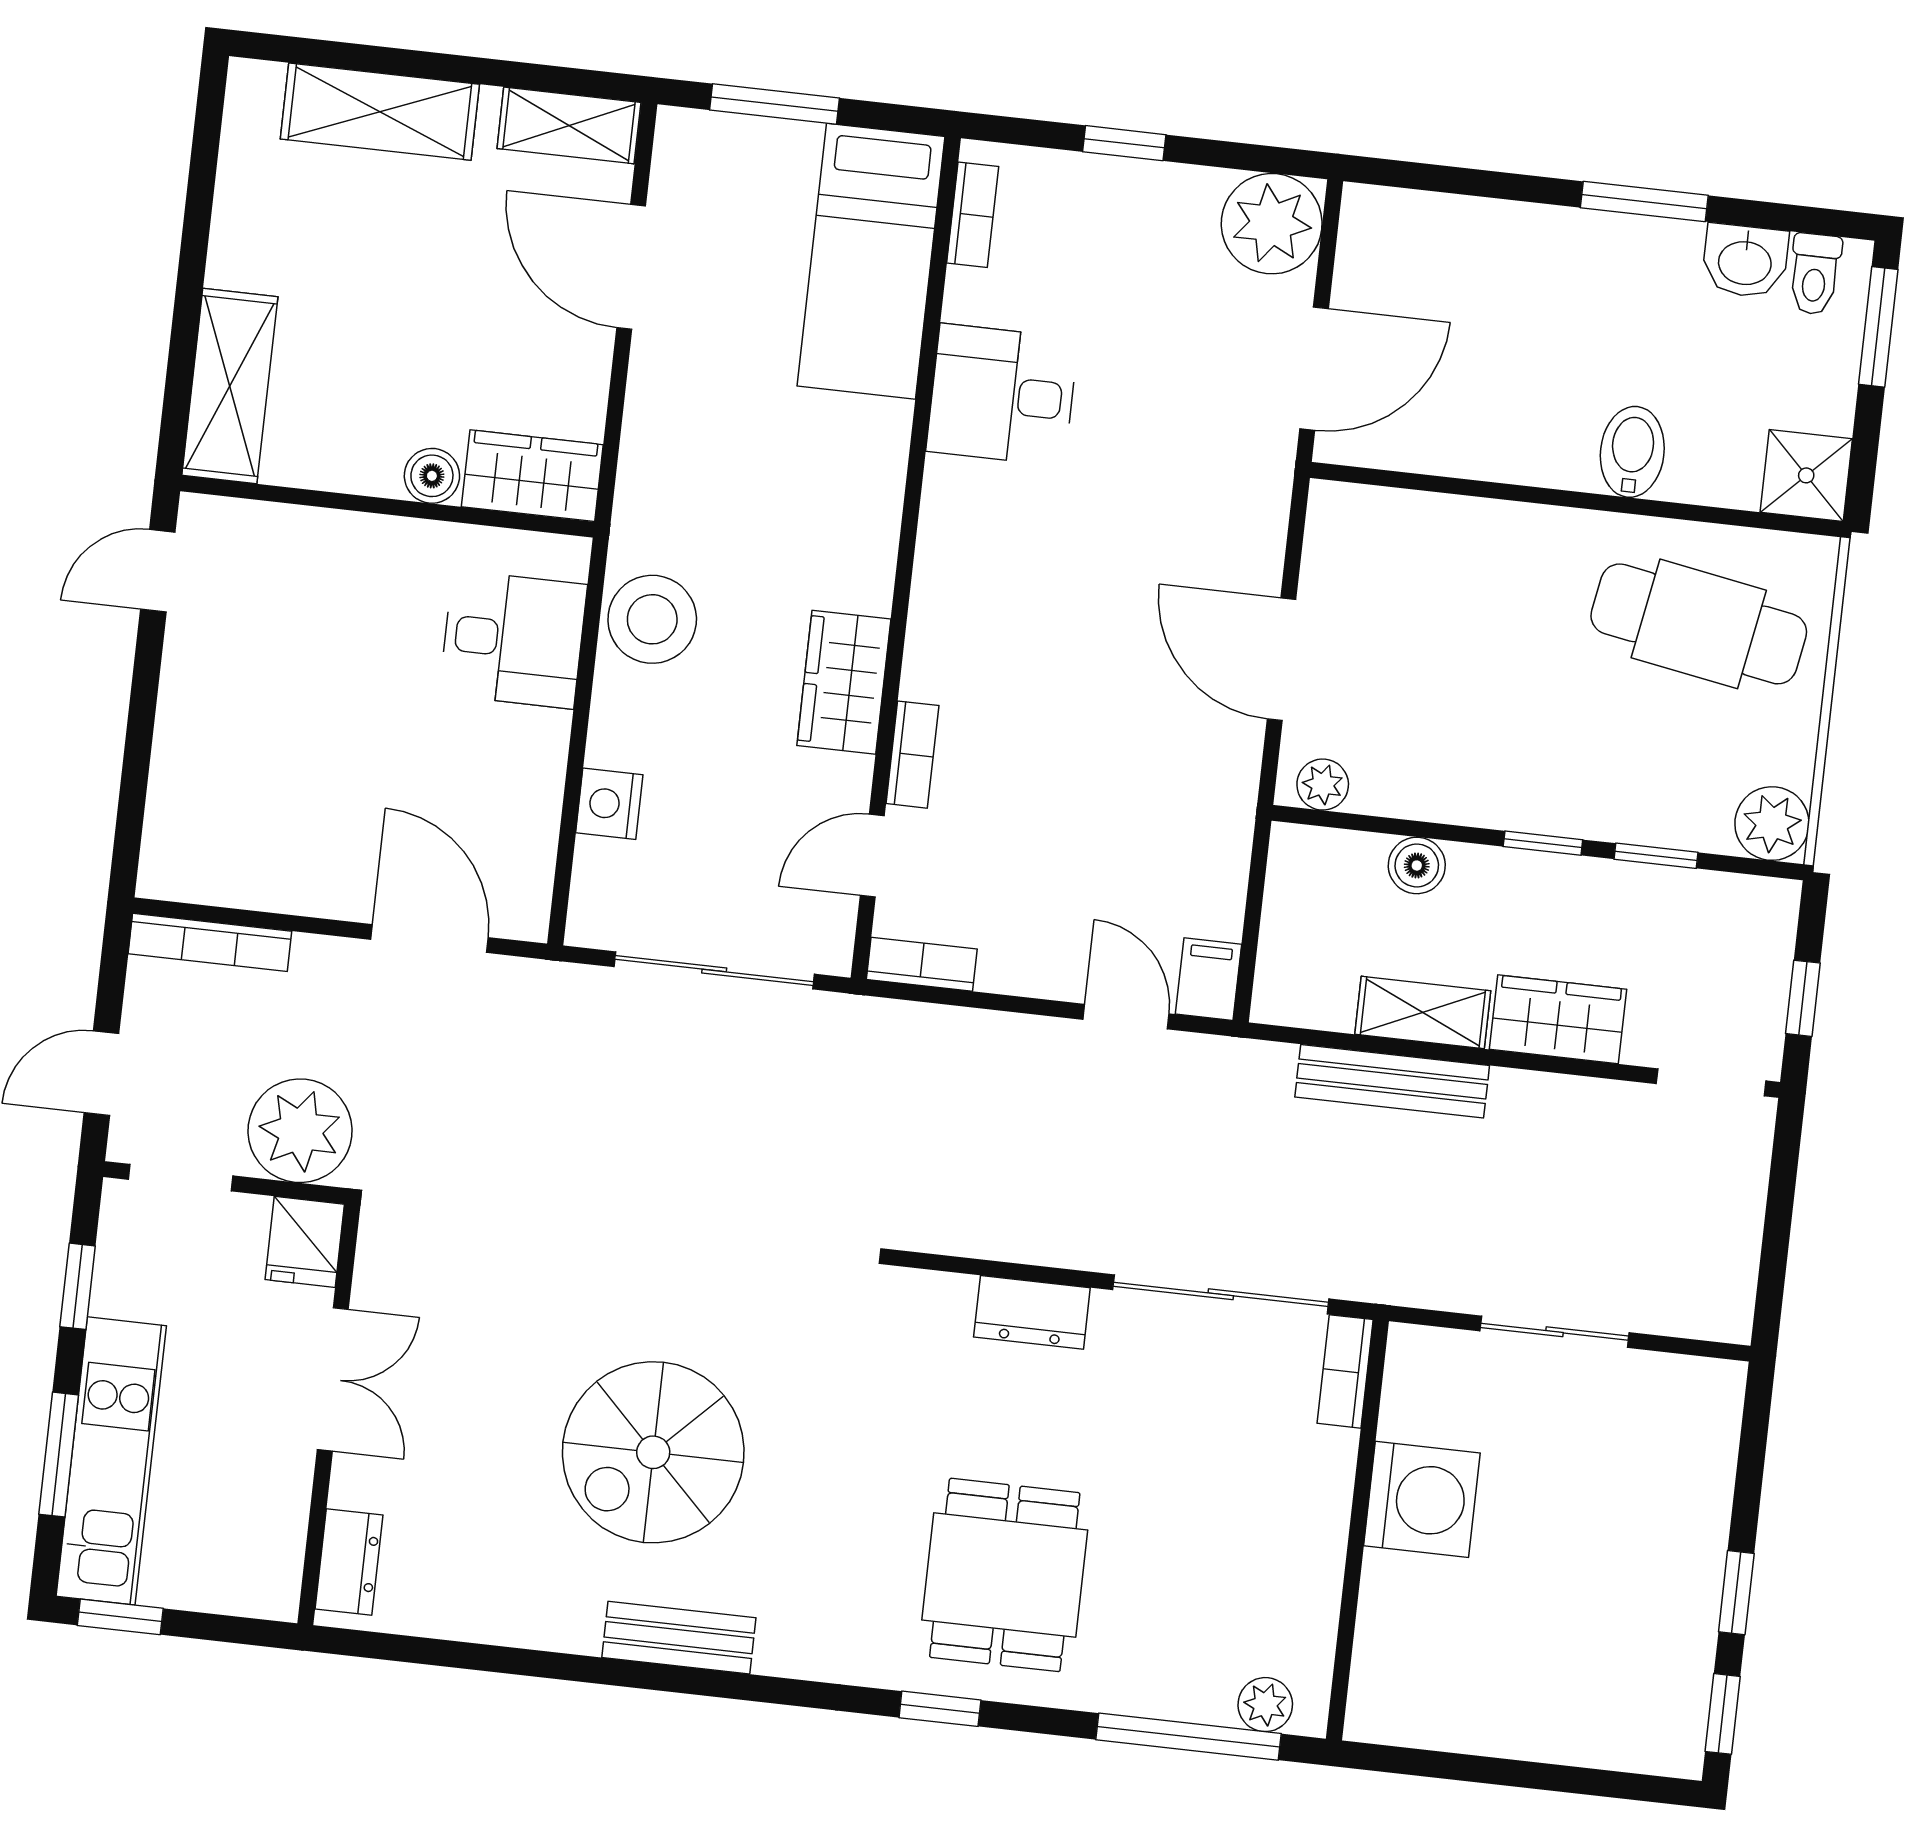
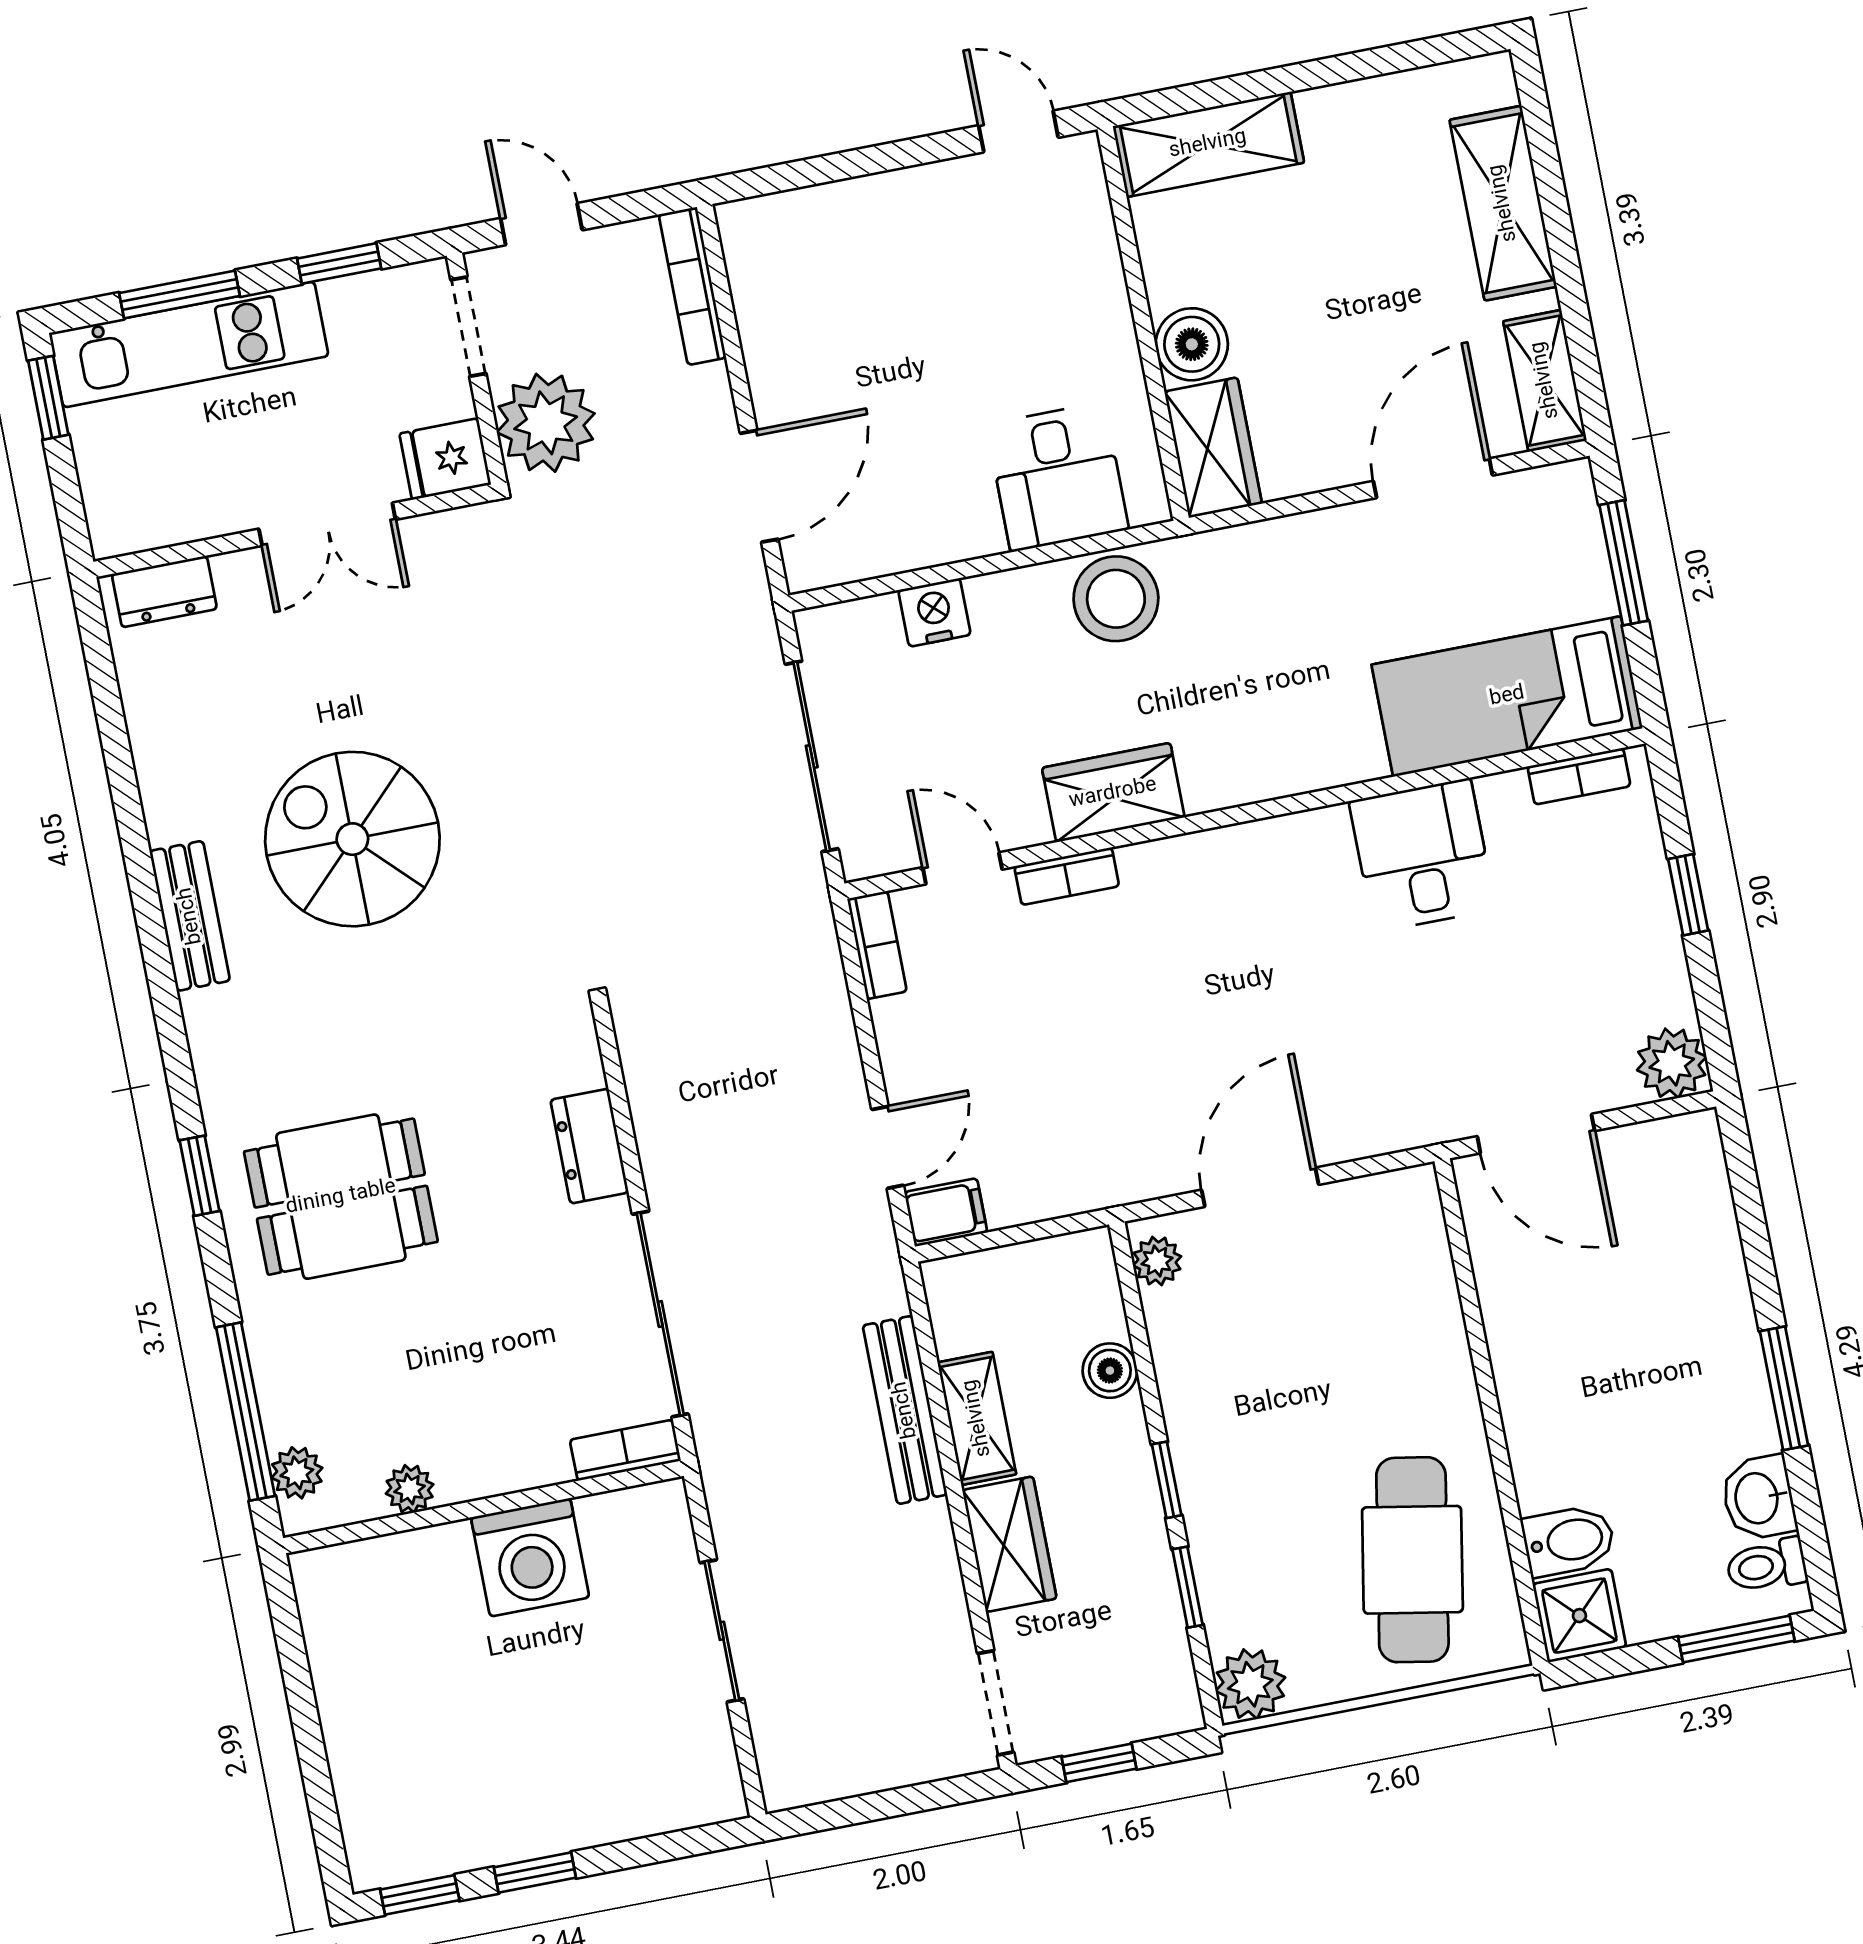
plant: (1272, 224) -> (1672, 1063), width x0.73, depth x0.73
bidet: (1632, 452) -> (1569, 1541), moved
boiler: (432, 476) -> (1192, 344), width x1.36, depth x1.36
plant: (1316, 1598) -> (410, 1489), added

